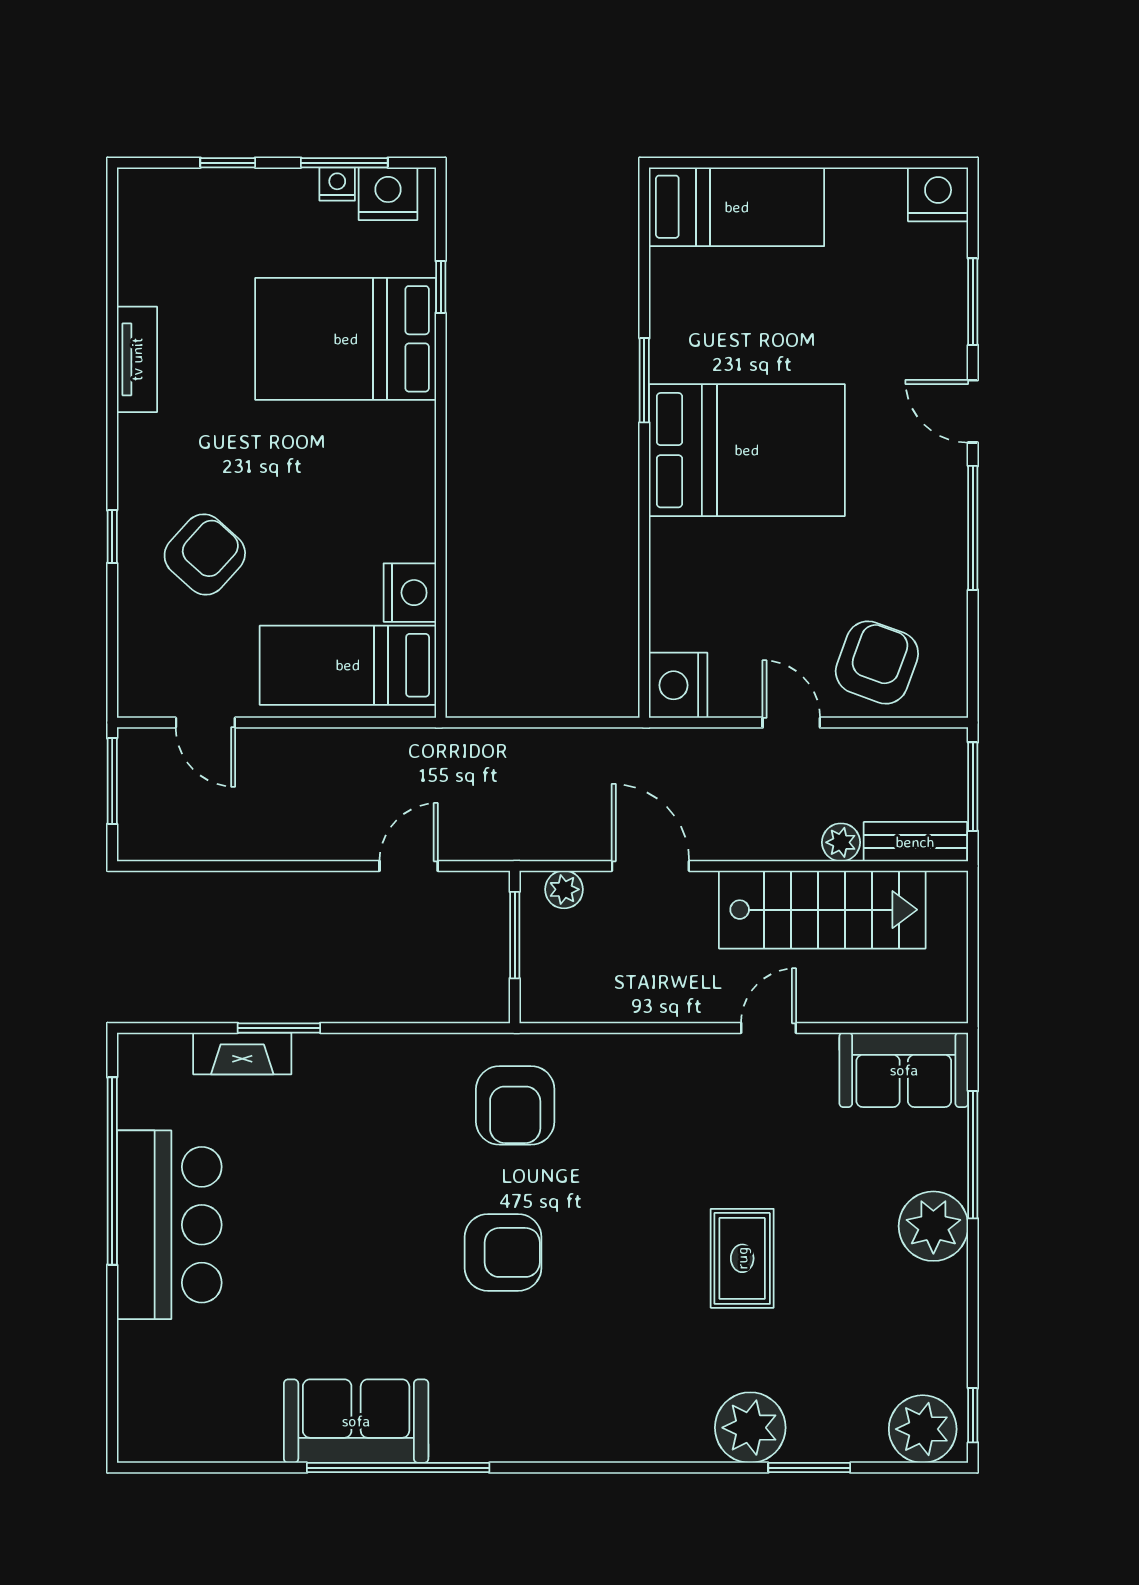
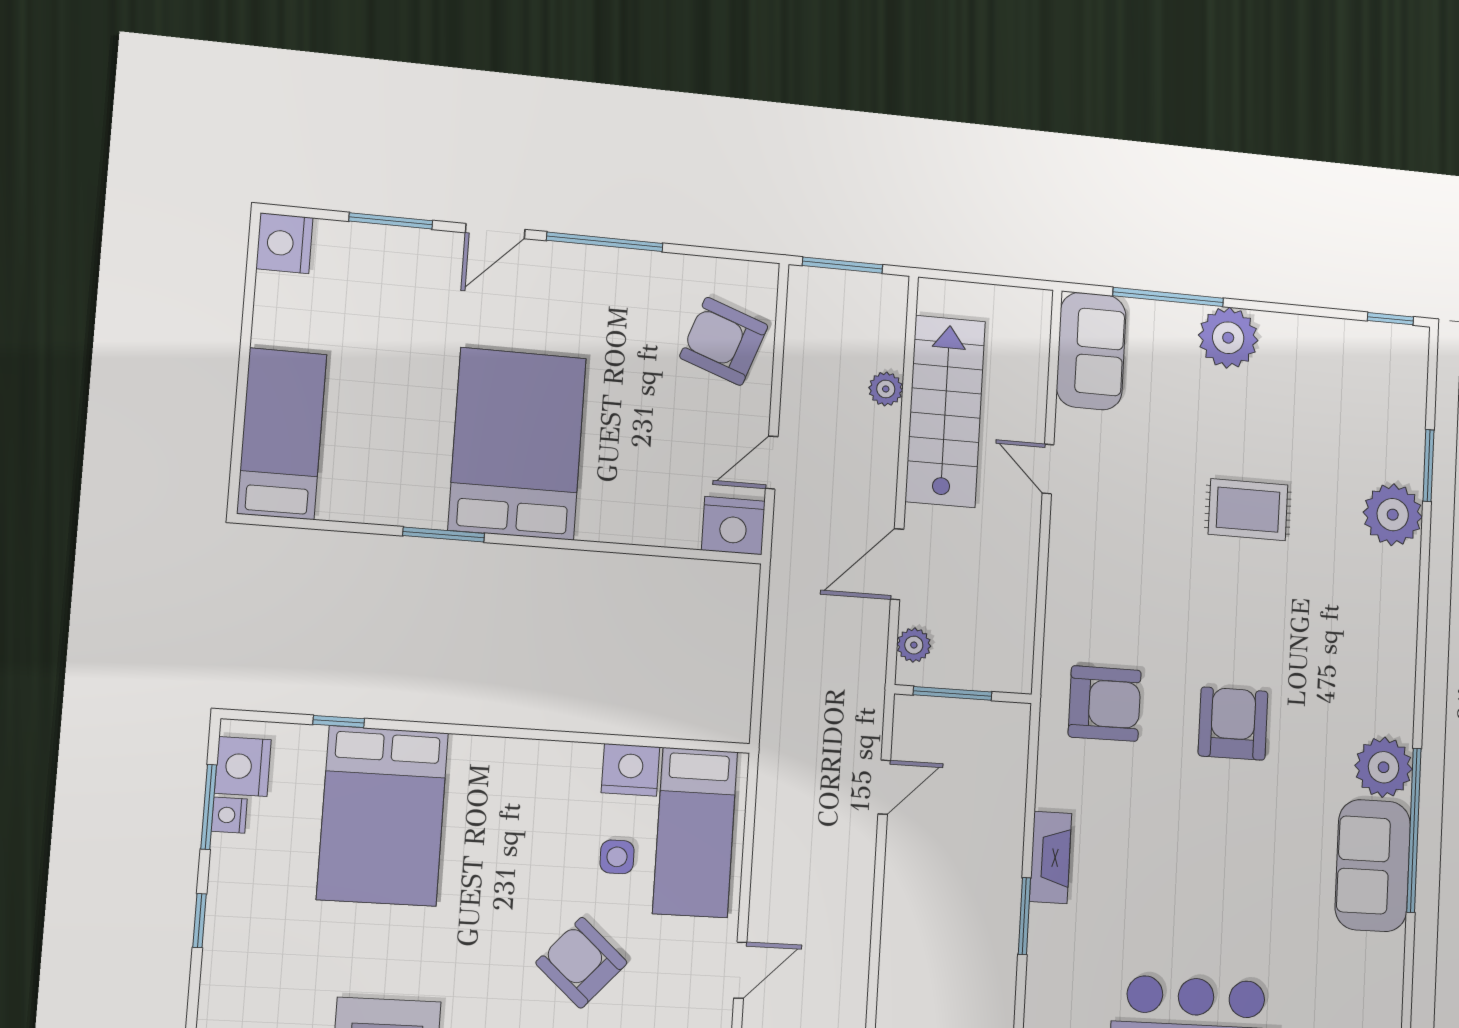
side table: (317, 584) -> (617, 857), added
door: (791, 723) -> (772, 463), moved
bench: (915, 842) -> (889, 322), removed
door: (409, 866) -> (884, 787), swing flipped
fireplace: (242, 1054) -> (1051, 857), moved
plant: (923, 1429) -> (1384, 767), moved

